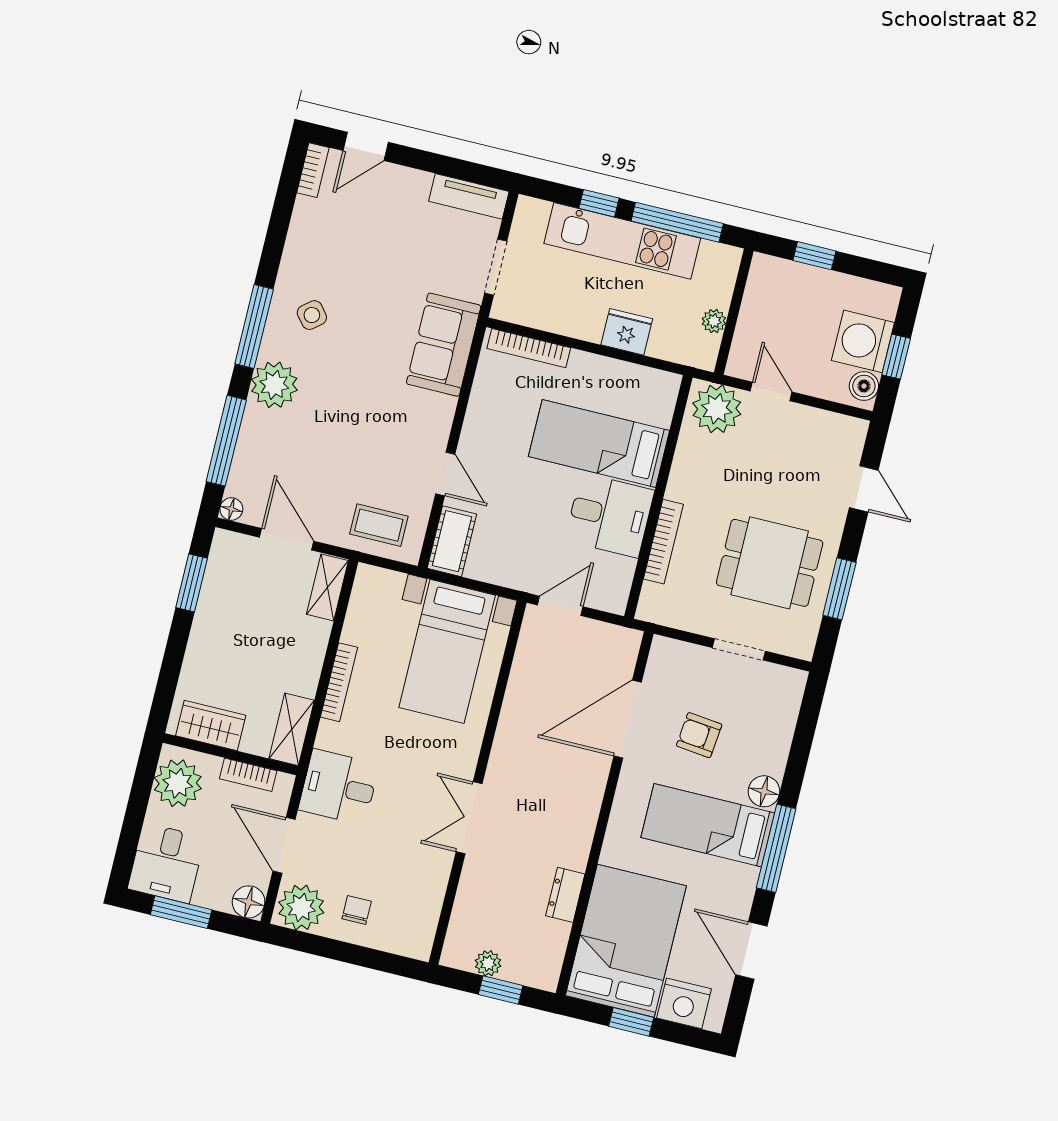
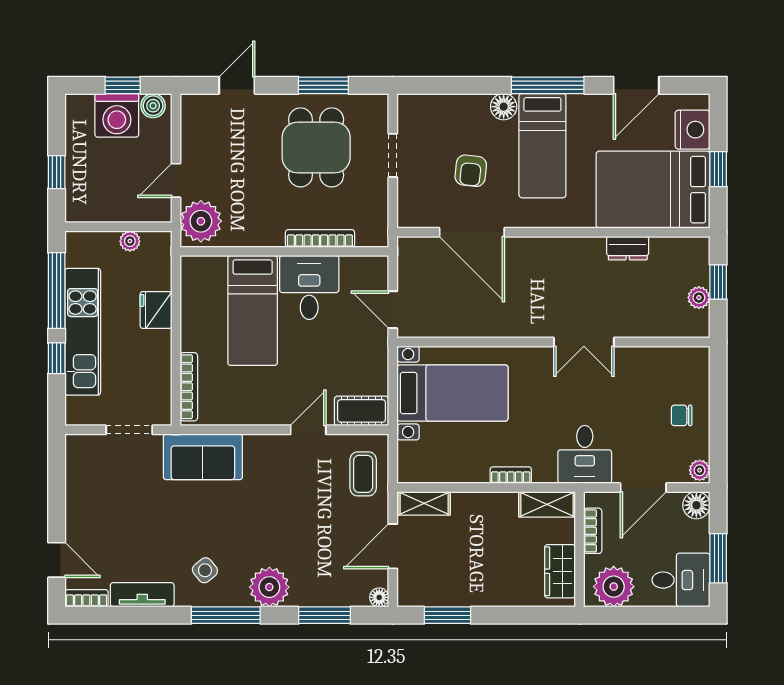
tv unit: (469, 196) -> (142, 595), moved, turned -90
window: (226, 441) -> (324, 615), width x0.69
bookcase: (339, 682) -> (511, 475), width x0.64
plant: (301, 907) -> (700, 470), width x0.53, depth x0.53

